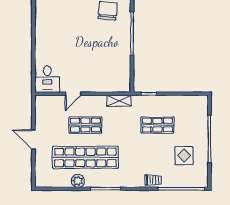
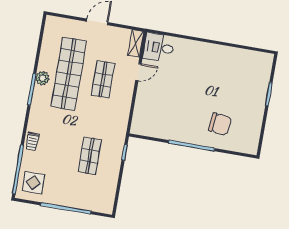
door: (73, 94) -> (138, 72), swing flipped
shelving: (119, 101) -> (136, 43), moved
display table: (184, 156) -> (33, 183), moved
plant: (78, 181) -> (42, 78), moved

